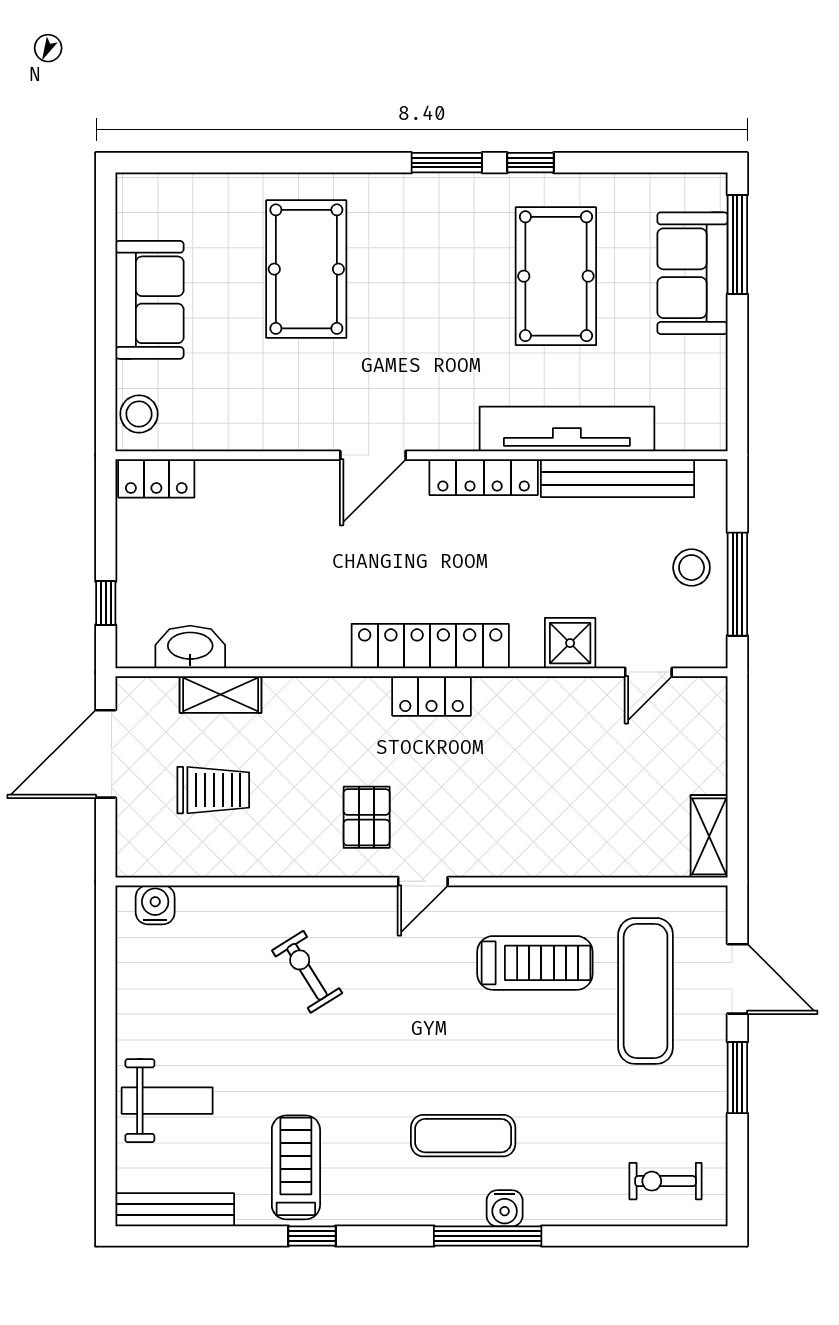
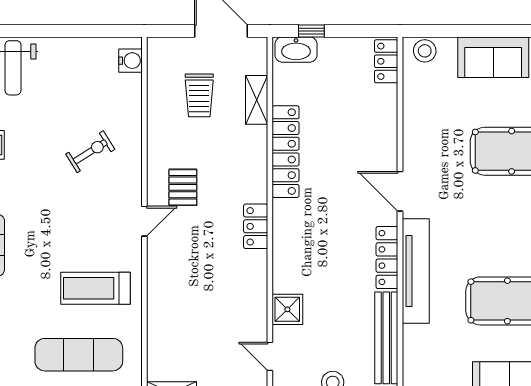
tv unit: (567, 429) -> (416, 271), moved
locker: (430, 646) -> (286, 152), moved
washbasin: (190, 647) -> (296, 50), moved, turned 90
pallet: (367, 817) -> (183, 187), turned 90
door: (423, 881) -> (144, 221), swing flipped
treadmill: (535, 963) -> (96, 288), turned 90

